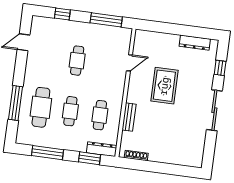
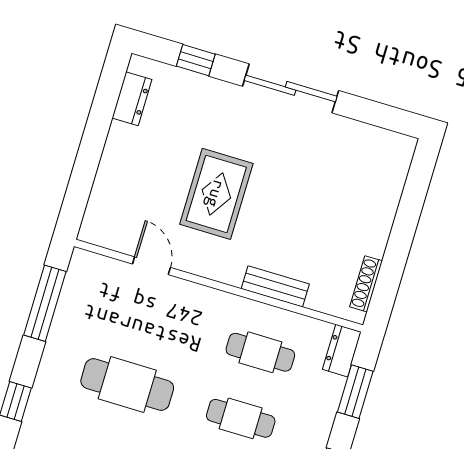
dresser: (195, 43) -> (132, 99), width x0.70
cafe table: (77, 61) -> (127, 384), width x1.37, depth x1.35
rug: (164, 86) -> (216, 194), turned 90
dresser: (102, 149) -> (342, 351), width x0.70

